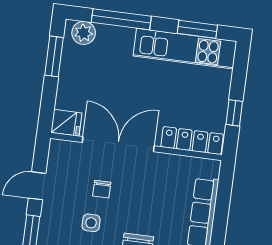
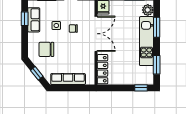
window: (121, 19) -> (157, 27), width x0.69
kitchen unit: (185, 49) -> (146, 41), moved
window: (234, 113) -> (141, 88), moved

